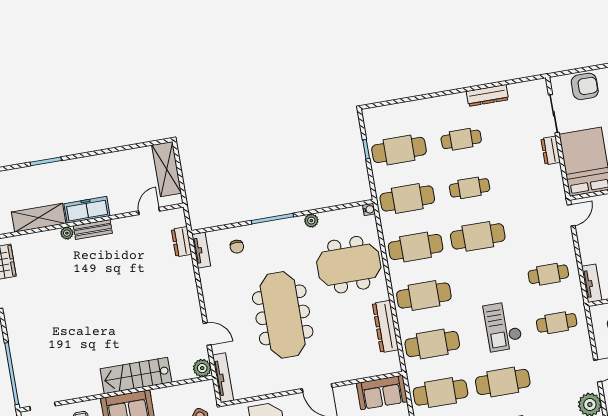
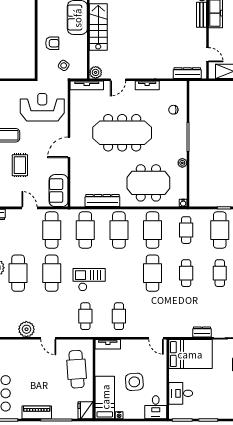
cafe table: (407, 198) -> (186, 230), width x0.73, depth x0.74
dresser: (182, 242) -> (187, 73), width x1.44
tv unit: (201, 250) -> (147, 85), moved
meeting table: (349, 265) -> (148, 183), turned 90

